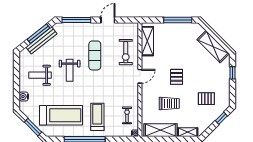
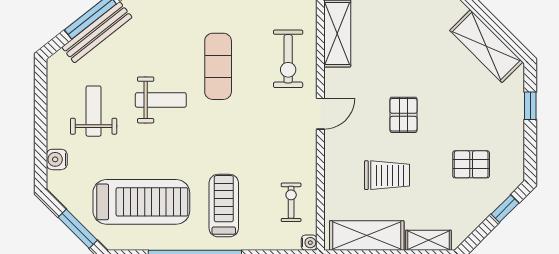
weight bench: (70, 70) -> (161, 100), turned -90
weight bench: (40, 75) -> (94, 111), turned 90

